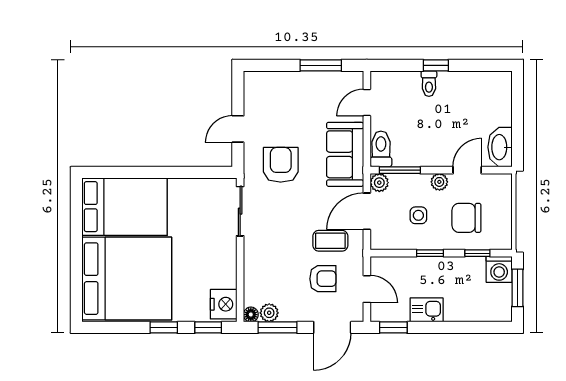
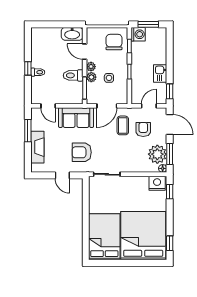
fireplace: (290, 83) -> (37, 147), added
toilet: (381, 149) -> (73, 75), moved
plant: (379, 183) -> (91, 77), moved
door: (367, 211) -> (107, 106), hinge flipped
chair: (466, 218) -> (114, 42), moved, turned 180
plant: (269, 313) -> (157, 154), width x1.87, depth x1.87
window: (164, 327) -> (170, 243), moved

